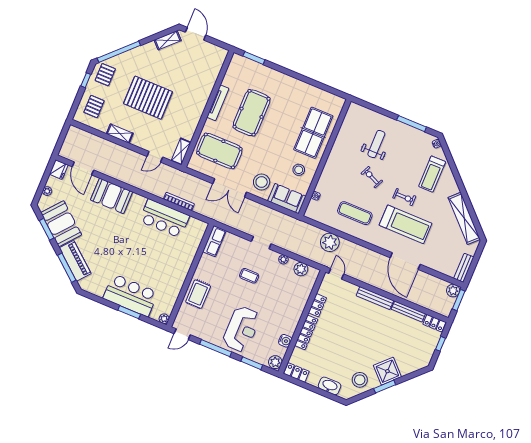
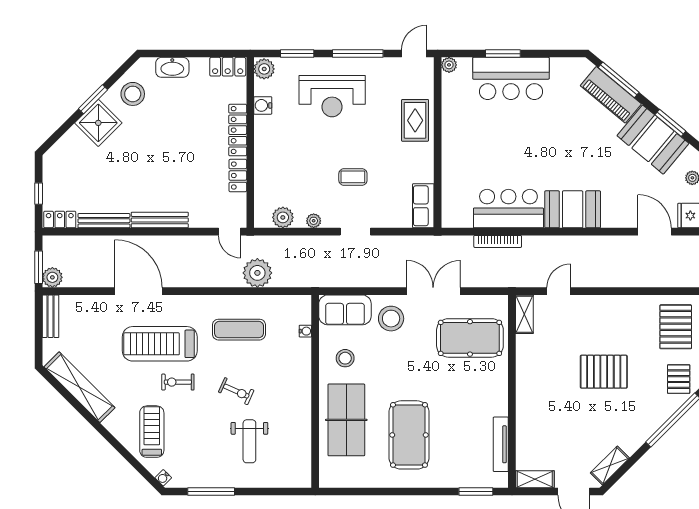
pallet: (148, 98) -> (604, 372), width x0.73, depth x0.71
tv unit: (218, 103) -> (501, 444), moved
pallet: (94, 107) -> (676, 327), width x1.50, depth x1.42
pool table: (252, 113) -> (409, 435), moved
shelving: (120, 134) -> (535, 479), moved
booth: (112, 196) -> (573, 209), moved
reception desk: (242, 329) -> (332, 96), turned -90

